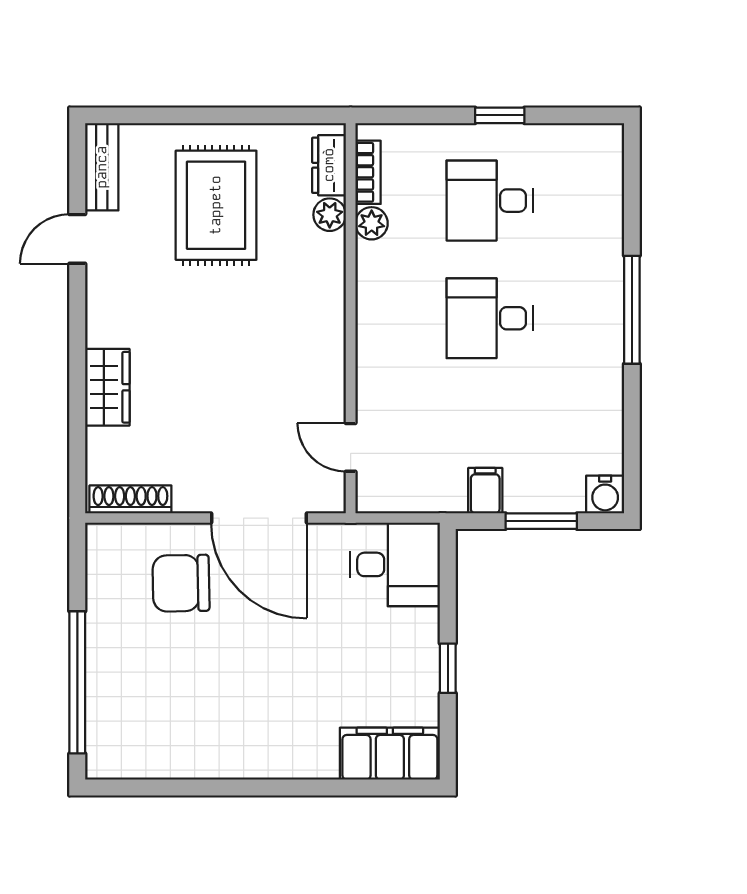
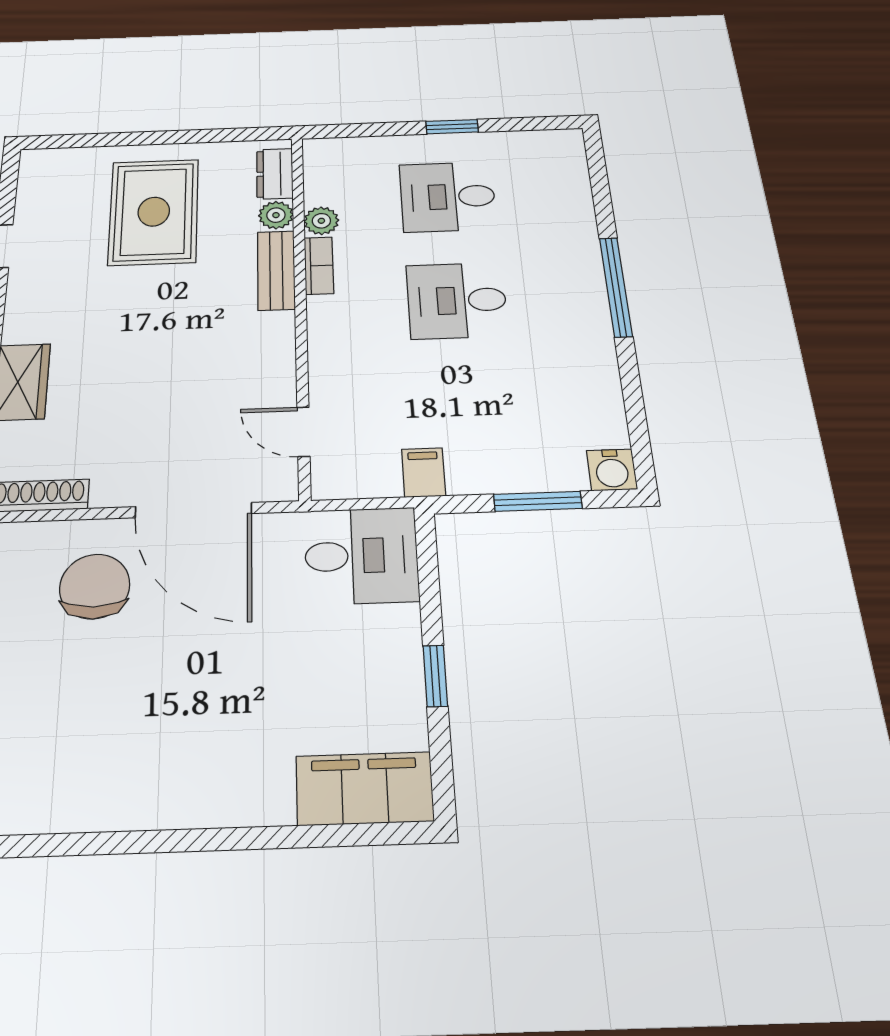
bench: (102, 167) -> (276, 270), moved
bookcase: (368, 172) -> (319, 266), moved
filing cabinet: (485, 491) -> (424, 473), moved
chair: (181, 583) -> (95, 586), turned 91

